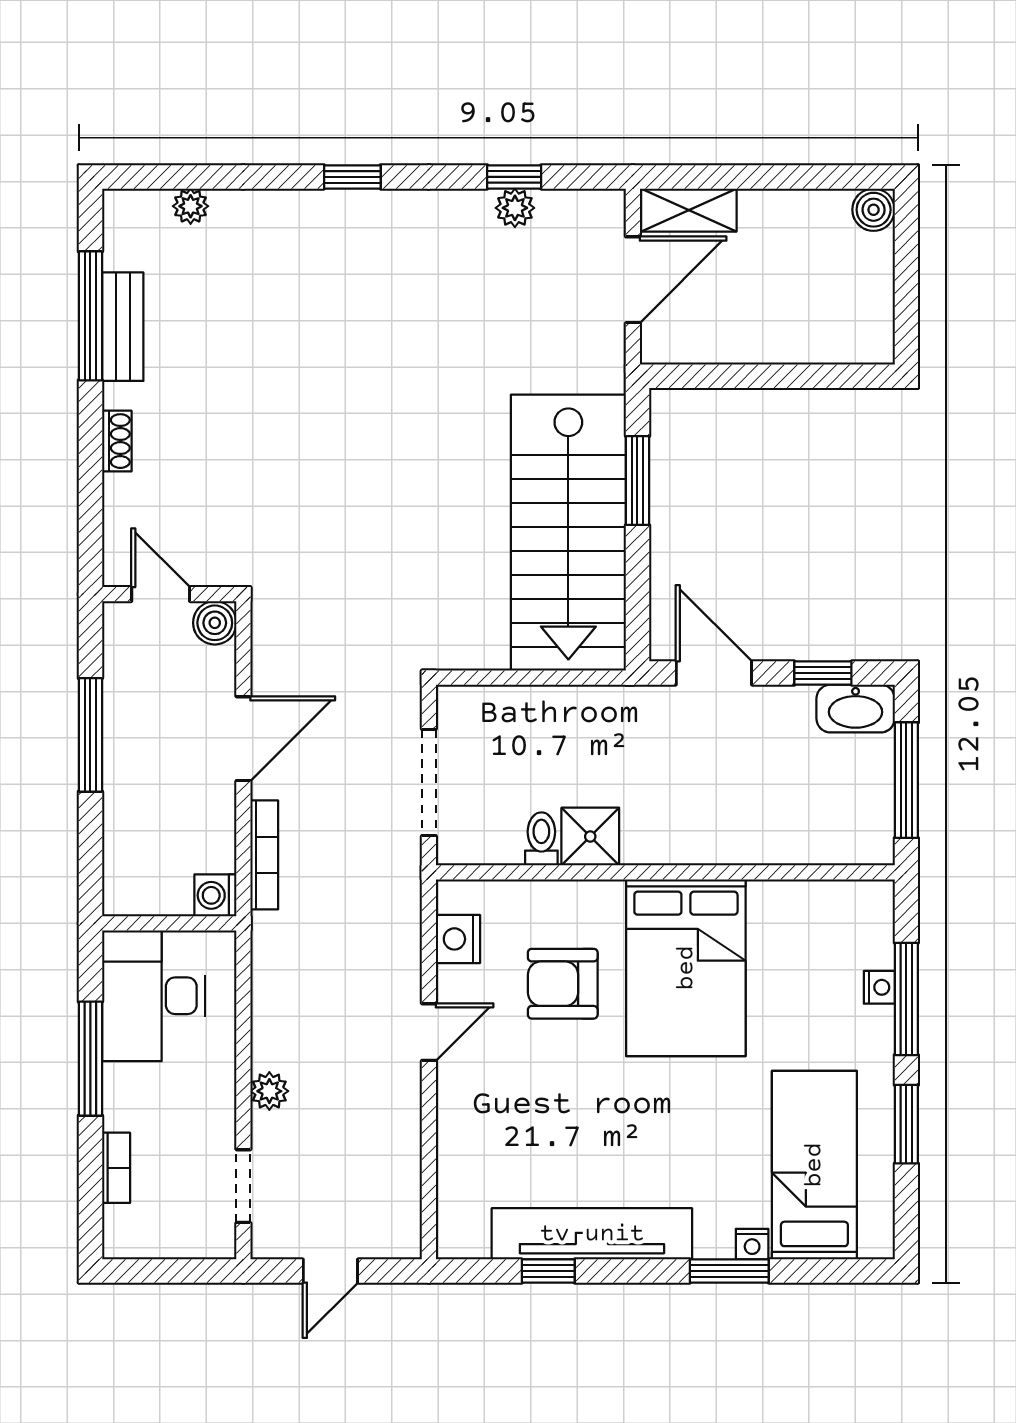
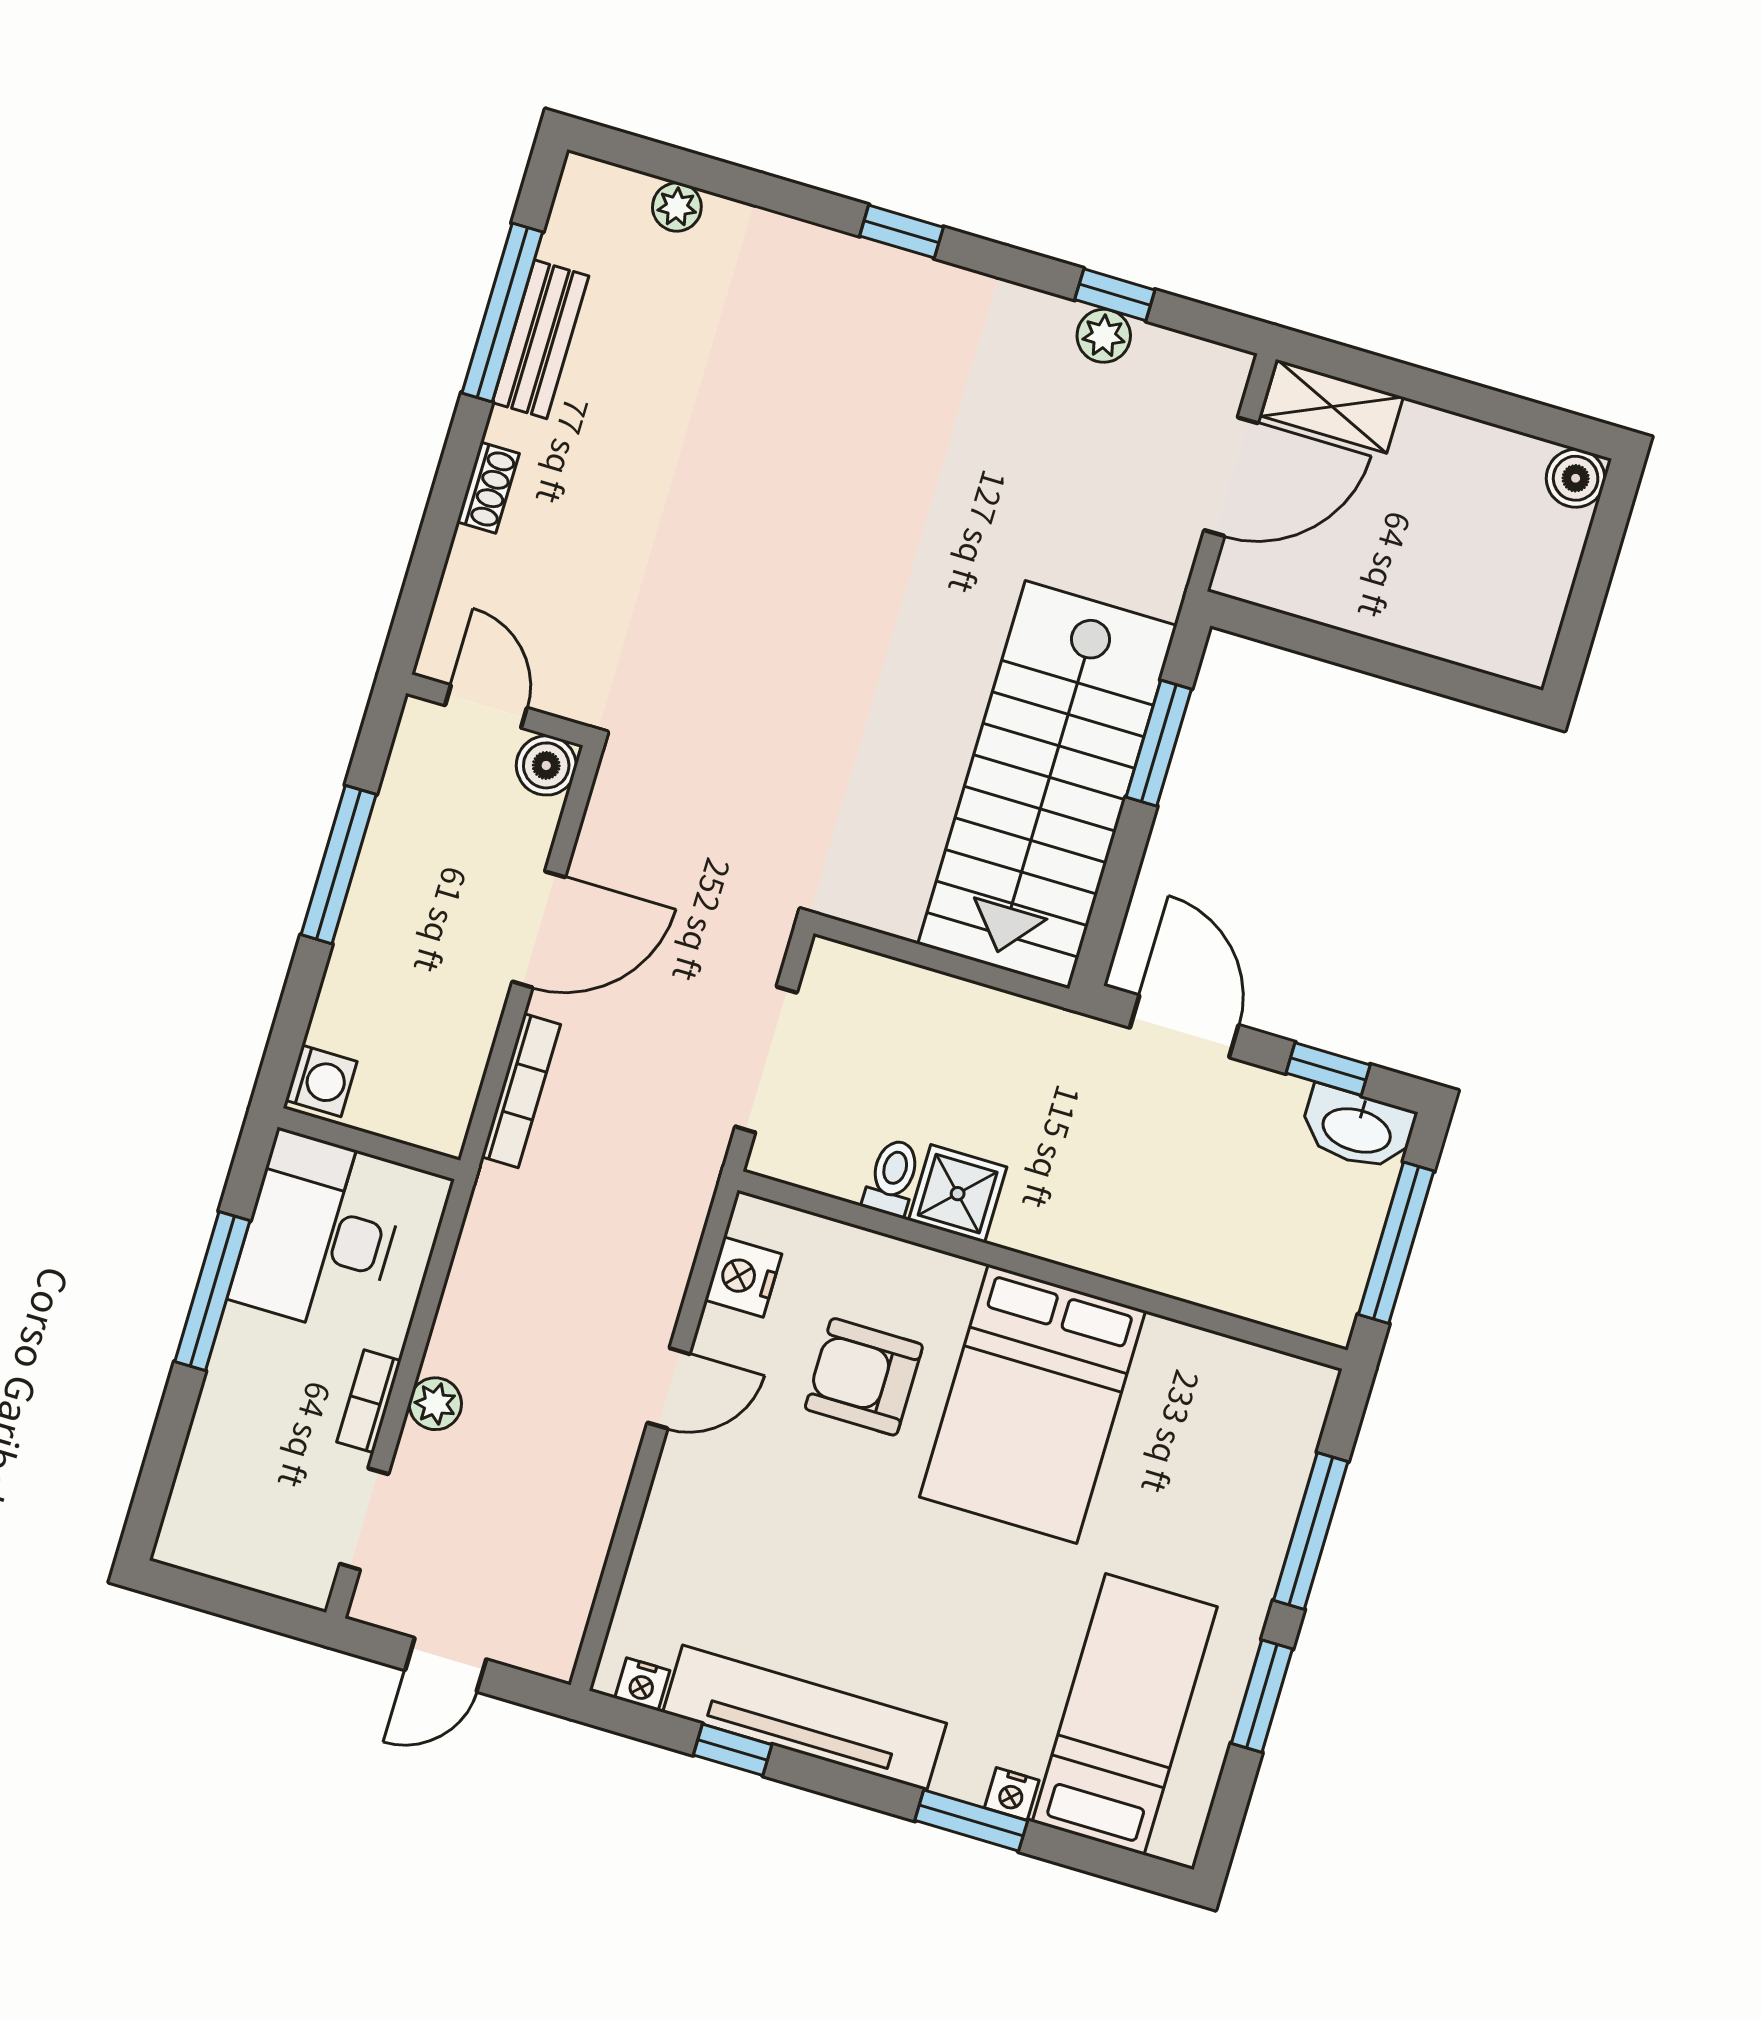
washing machine: (215, 895) -> (321, 1081), moved, turned 180
nightstand: (879, 987) -> (642, 1684), moved, turned 90
bookcase: (116, 1168) -> (369, 1401), moved, turned 180

